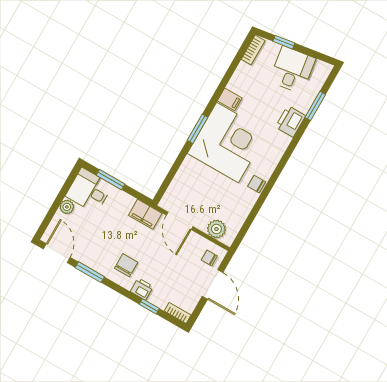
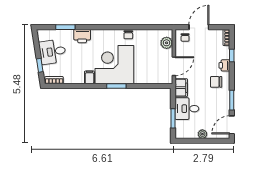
desk: (89, 190) -> (187, 109), moved, turned 90

